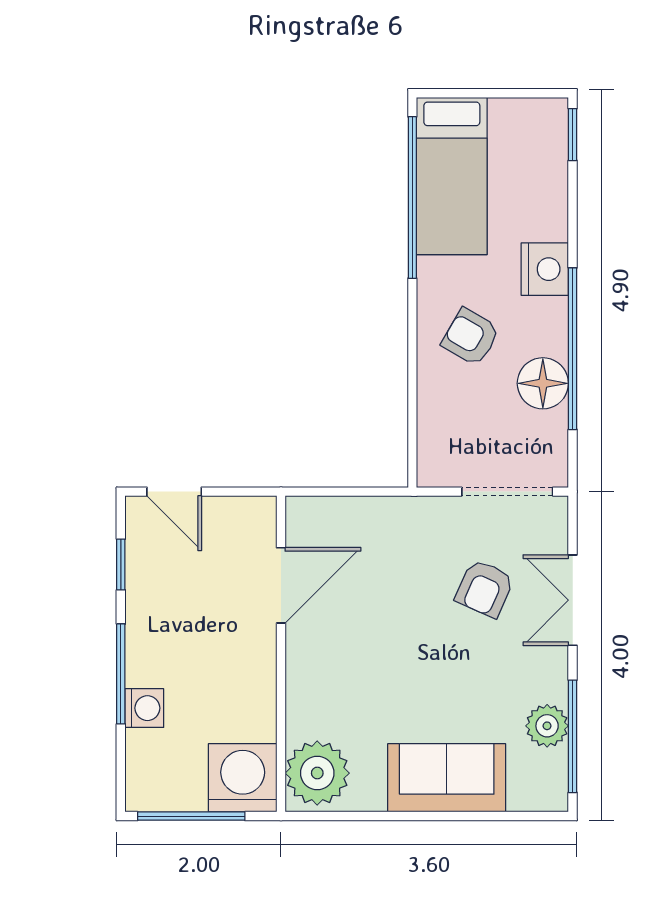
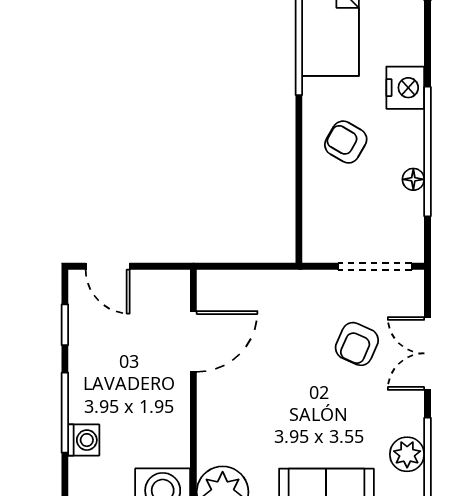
floor lamp: (543, 383) -> (413, 179), width x0.53, depth x0.53

